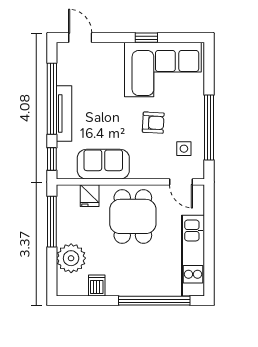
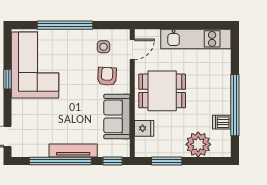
armchair: (153, 123) -> (107, 76), moved
window: (209, 128) -> (65, 25), moved
window: (52, 222) -> (167, 161), width x0.69
window: (154, 301) -> (235, 105), moved

